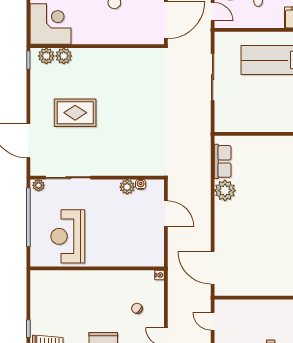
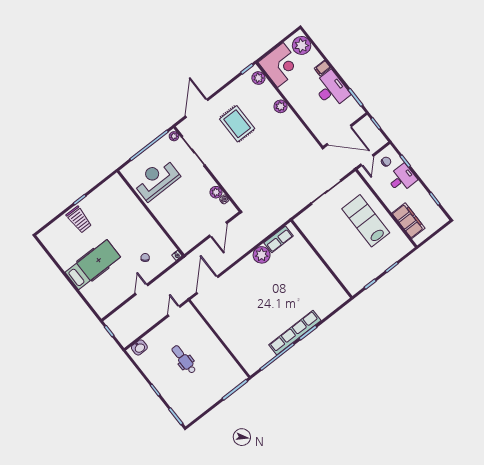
plant: (64, 56) -> (281, 106), moved

